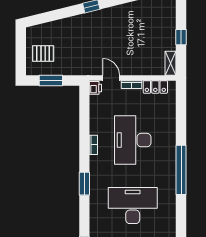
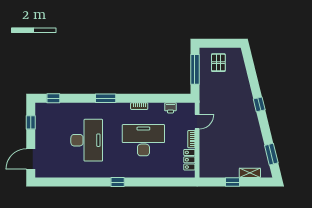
shelving: (171, 63) -> (250, 173), moved
window: (51, 81) -> (195, 69), width x1.44
printer: (95, 88) -> (170, 108), moved
window: (181, 170) -> (118, 182), width x0.32

